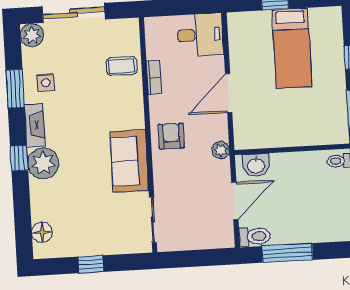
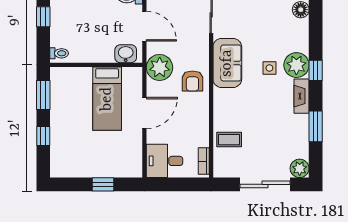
bed: (292, 48) -> (107, 99), moved, turned 180
bookcase: (154, 77) -> (204, 161), moved
side table: (46, 83) -> (269, 68), moved
plant: (221, 150) -> (160, 67), width x1.88, depth x1.88
door: (235, 201) -> (144, 26), swing flipped

